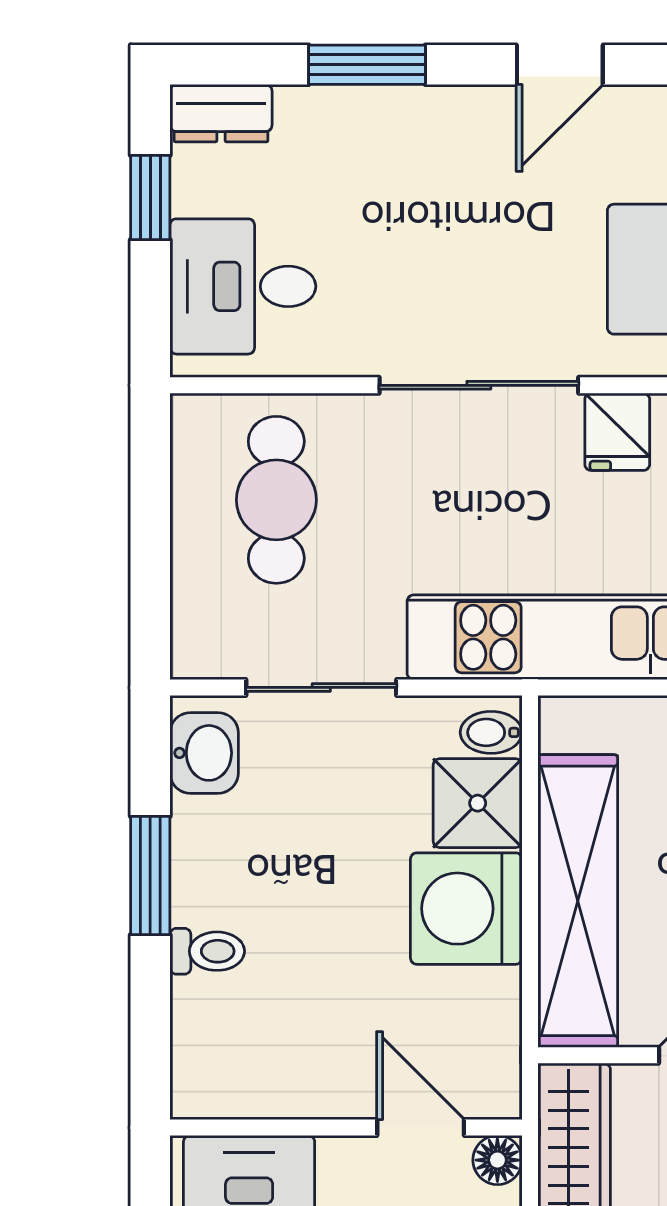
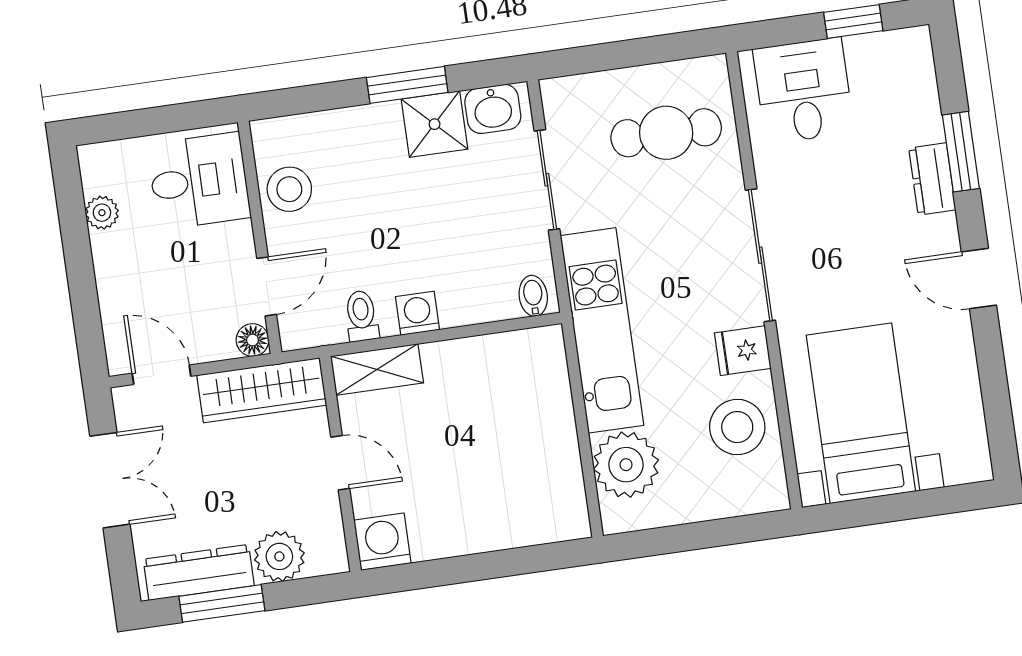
dresser: (221, 113) -> (932, 179), moved
shower: (478, 803) -> (435, 124), moved
shelving: (578, 901) -> (377, 370), width x0.45, depth x0.75
washing machine: (466, 909) -> (417, 313), width x0.53, depth x0.53
toilet: (207, 951) -> (362, 316), moved, turned 180
stool: (281, 1073) -> (289, 189), added

